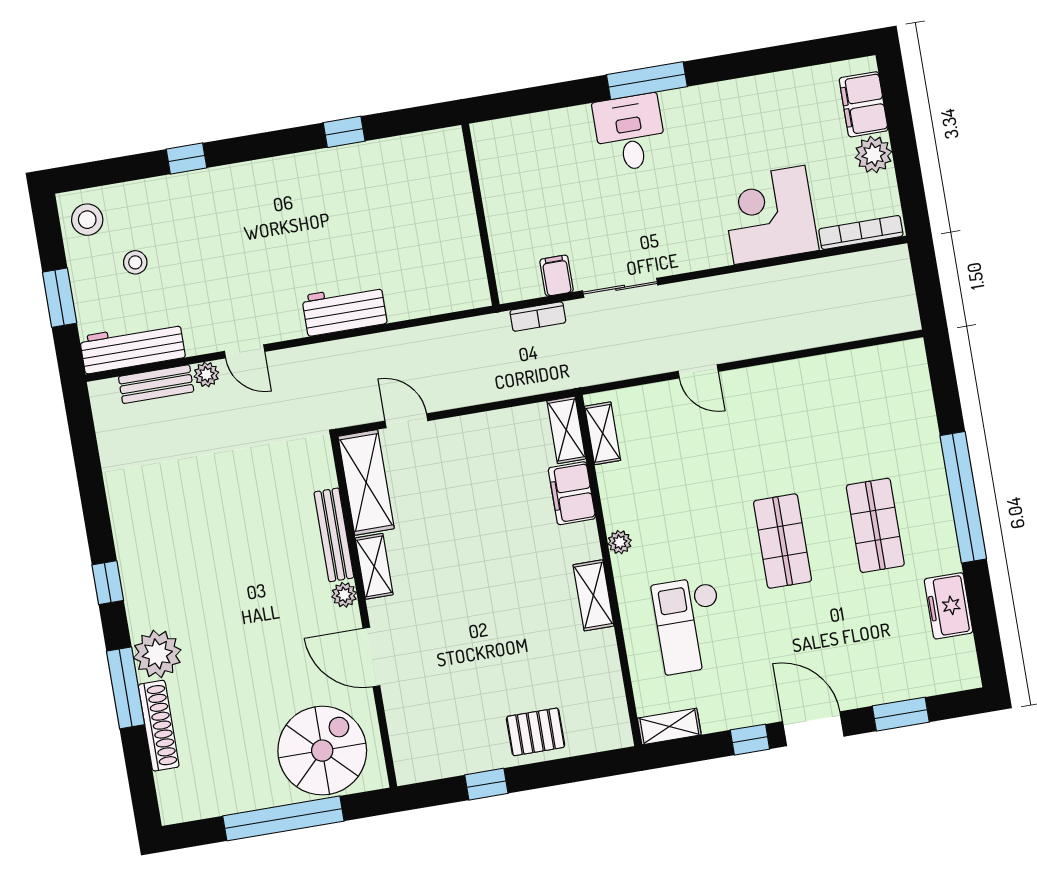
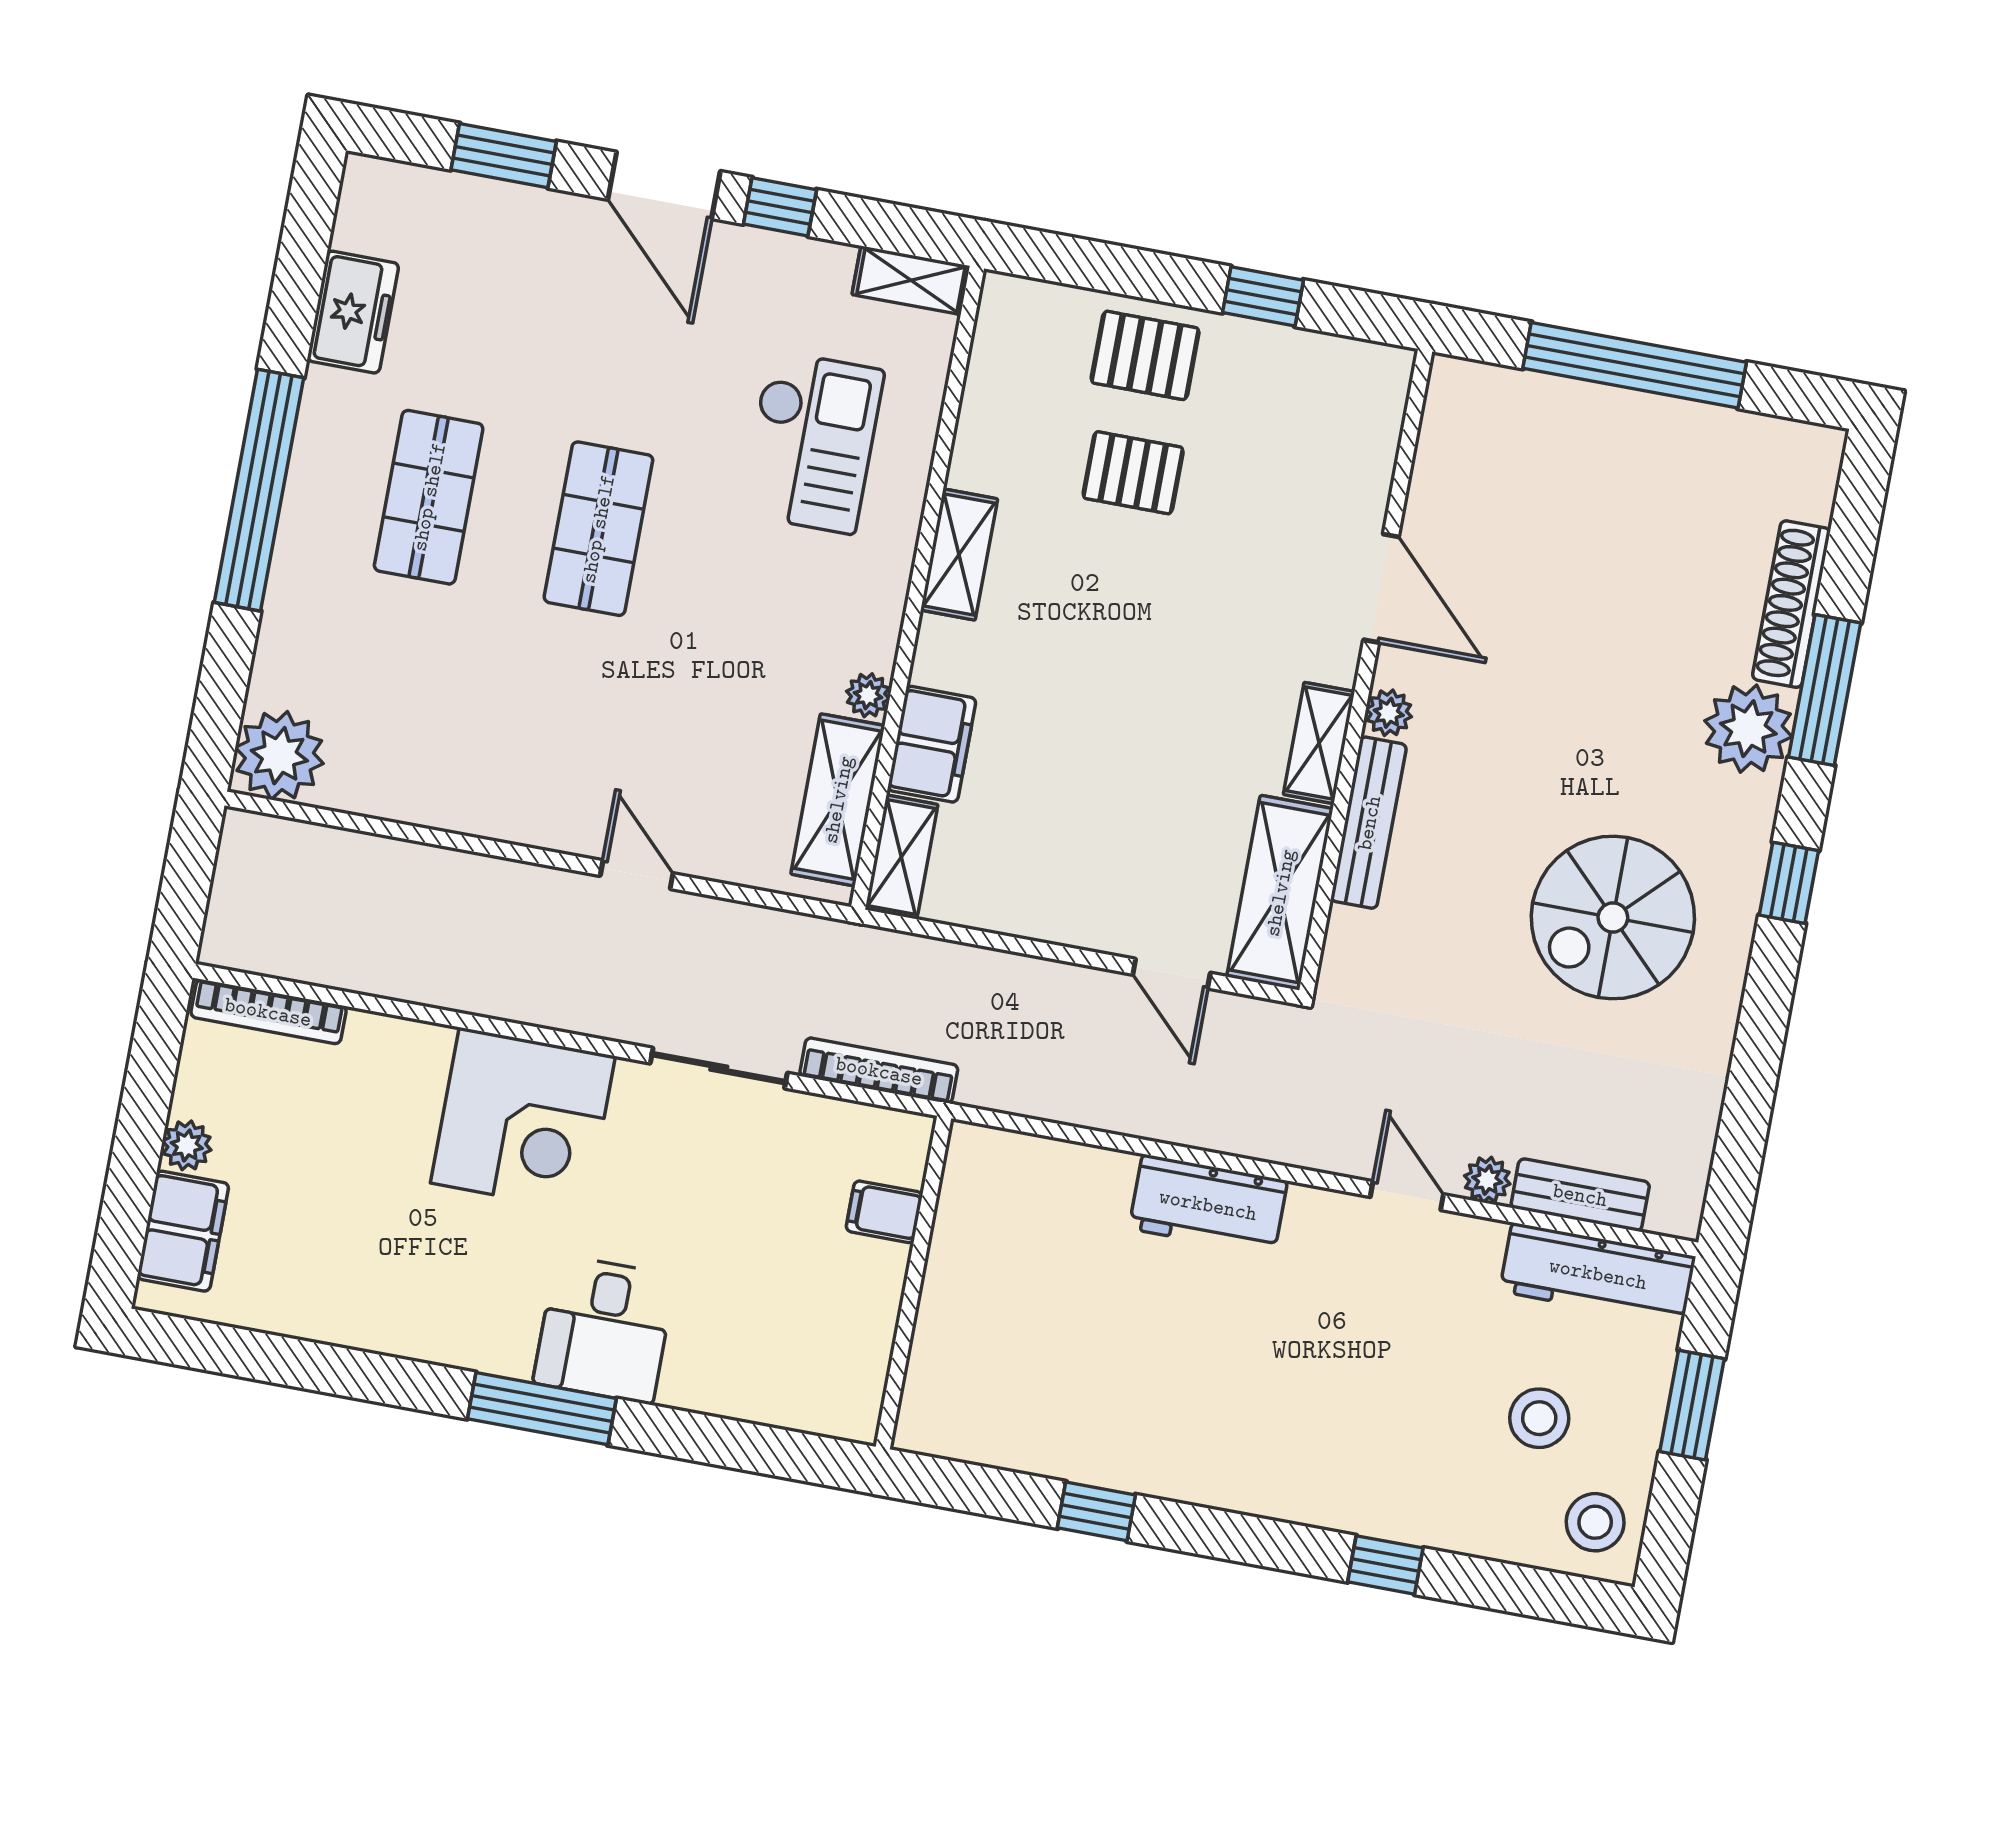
plant: (873, 155) -> (187, 1145), width x0.73, depth x0.73
corner desk: (769, 215) -> (523, 1120), moved
stool: (135, 262) -> (1539, 1418), width x1.37, depth x1.37
filing cabinet: (557, 276) -> (884, 1212), moved, turned 90
bookcase: (538, 317) -> (879, 1071), width x1.56
plant: (903, 365) -> (279, 756), added
shelving: (603, 433) -> (838, 800), width x1.50, depth x1.33
plant: (620, 542) -> (868, 695), moved
pallet: (520, 670) -> (1133, 473), added
spiral stairs: (322, 751) -> (1613, 917), moved

